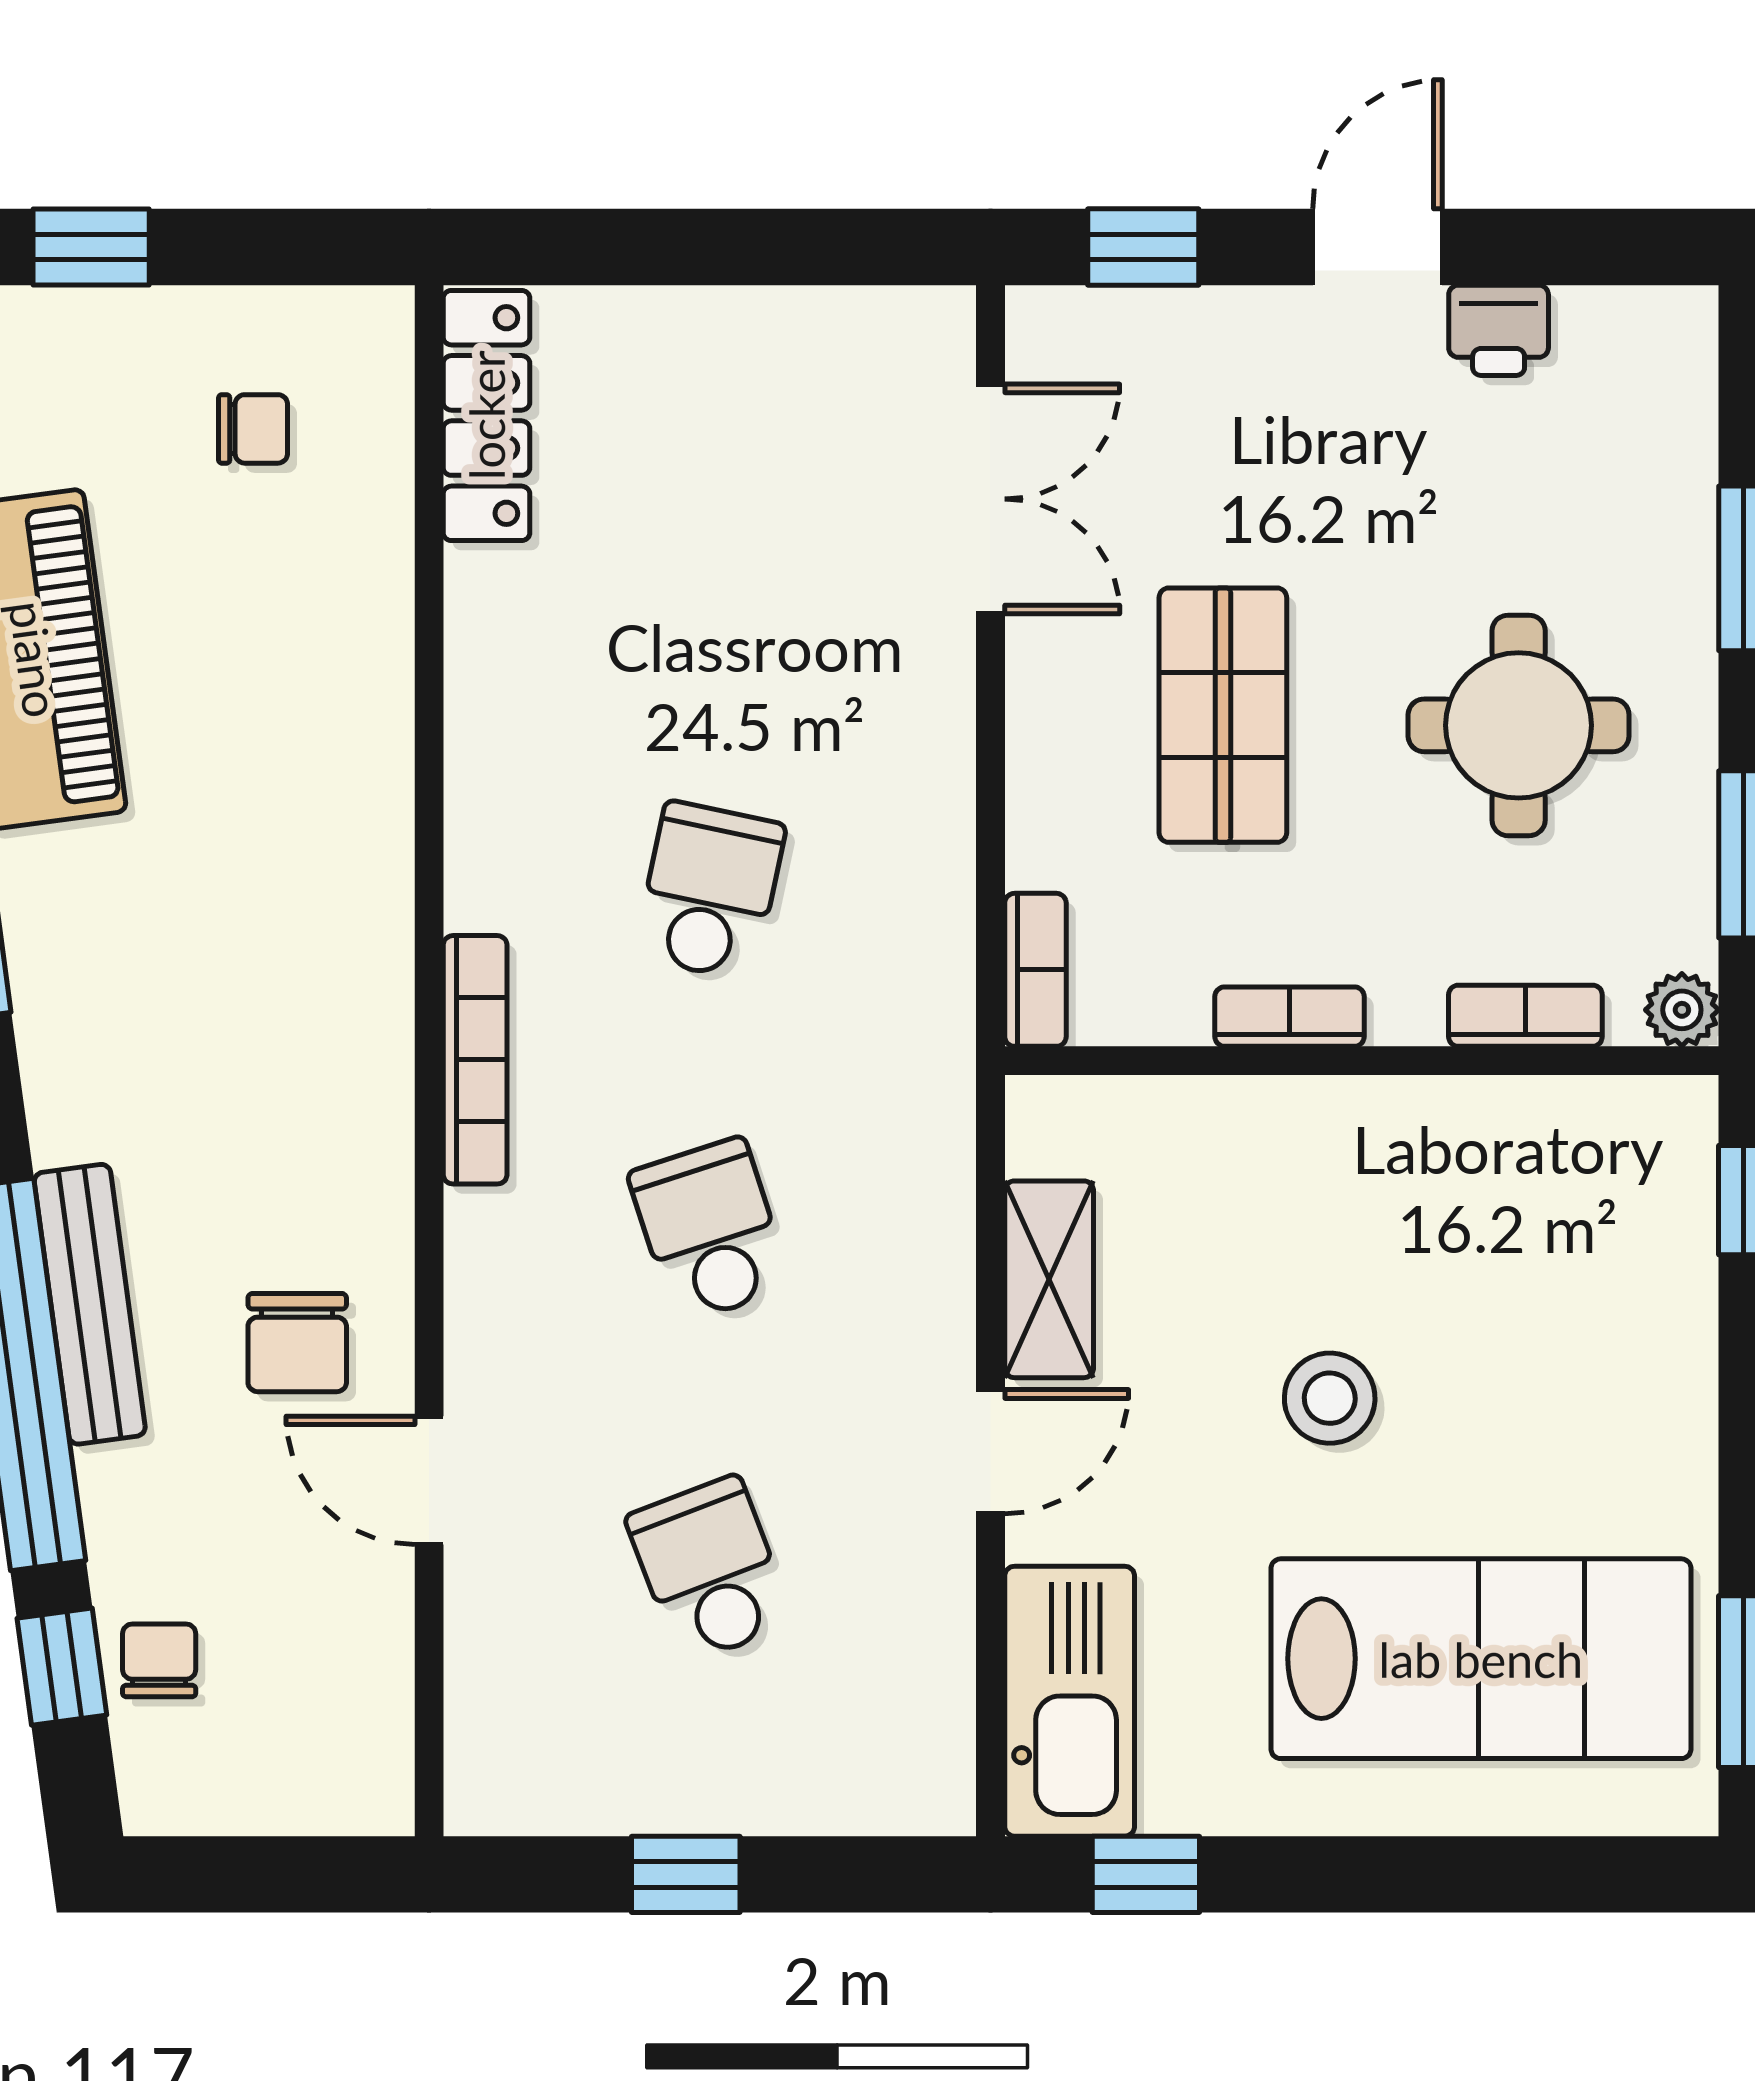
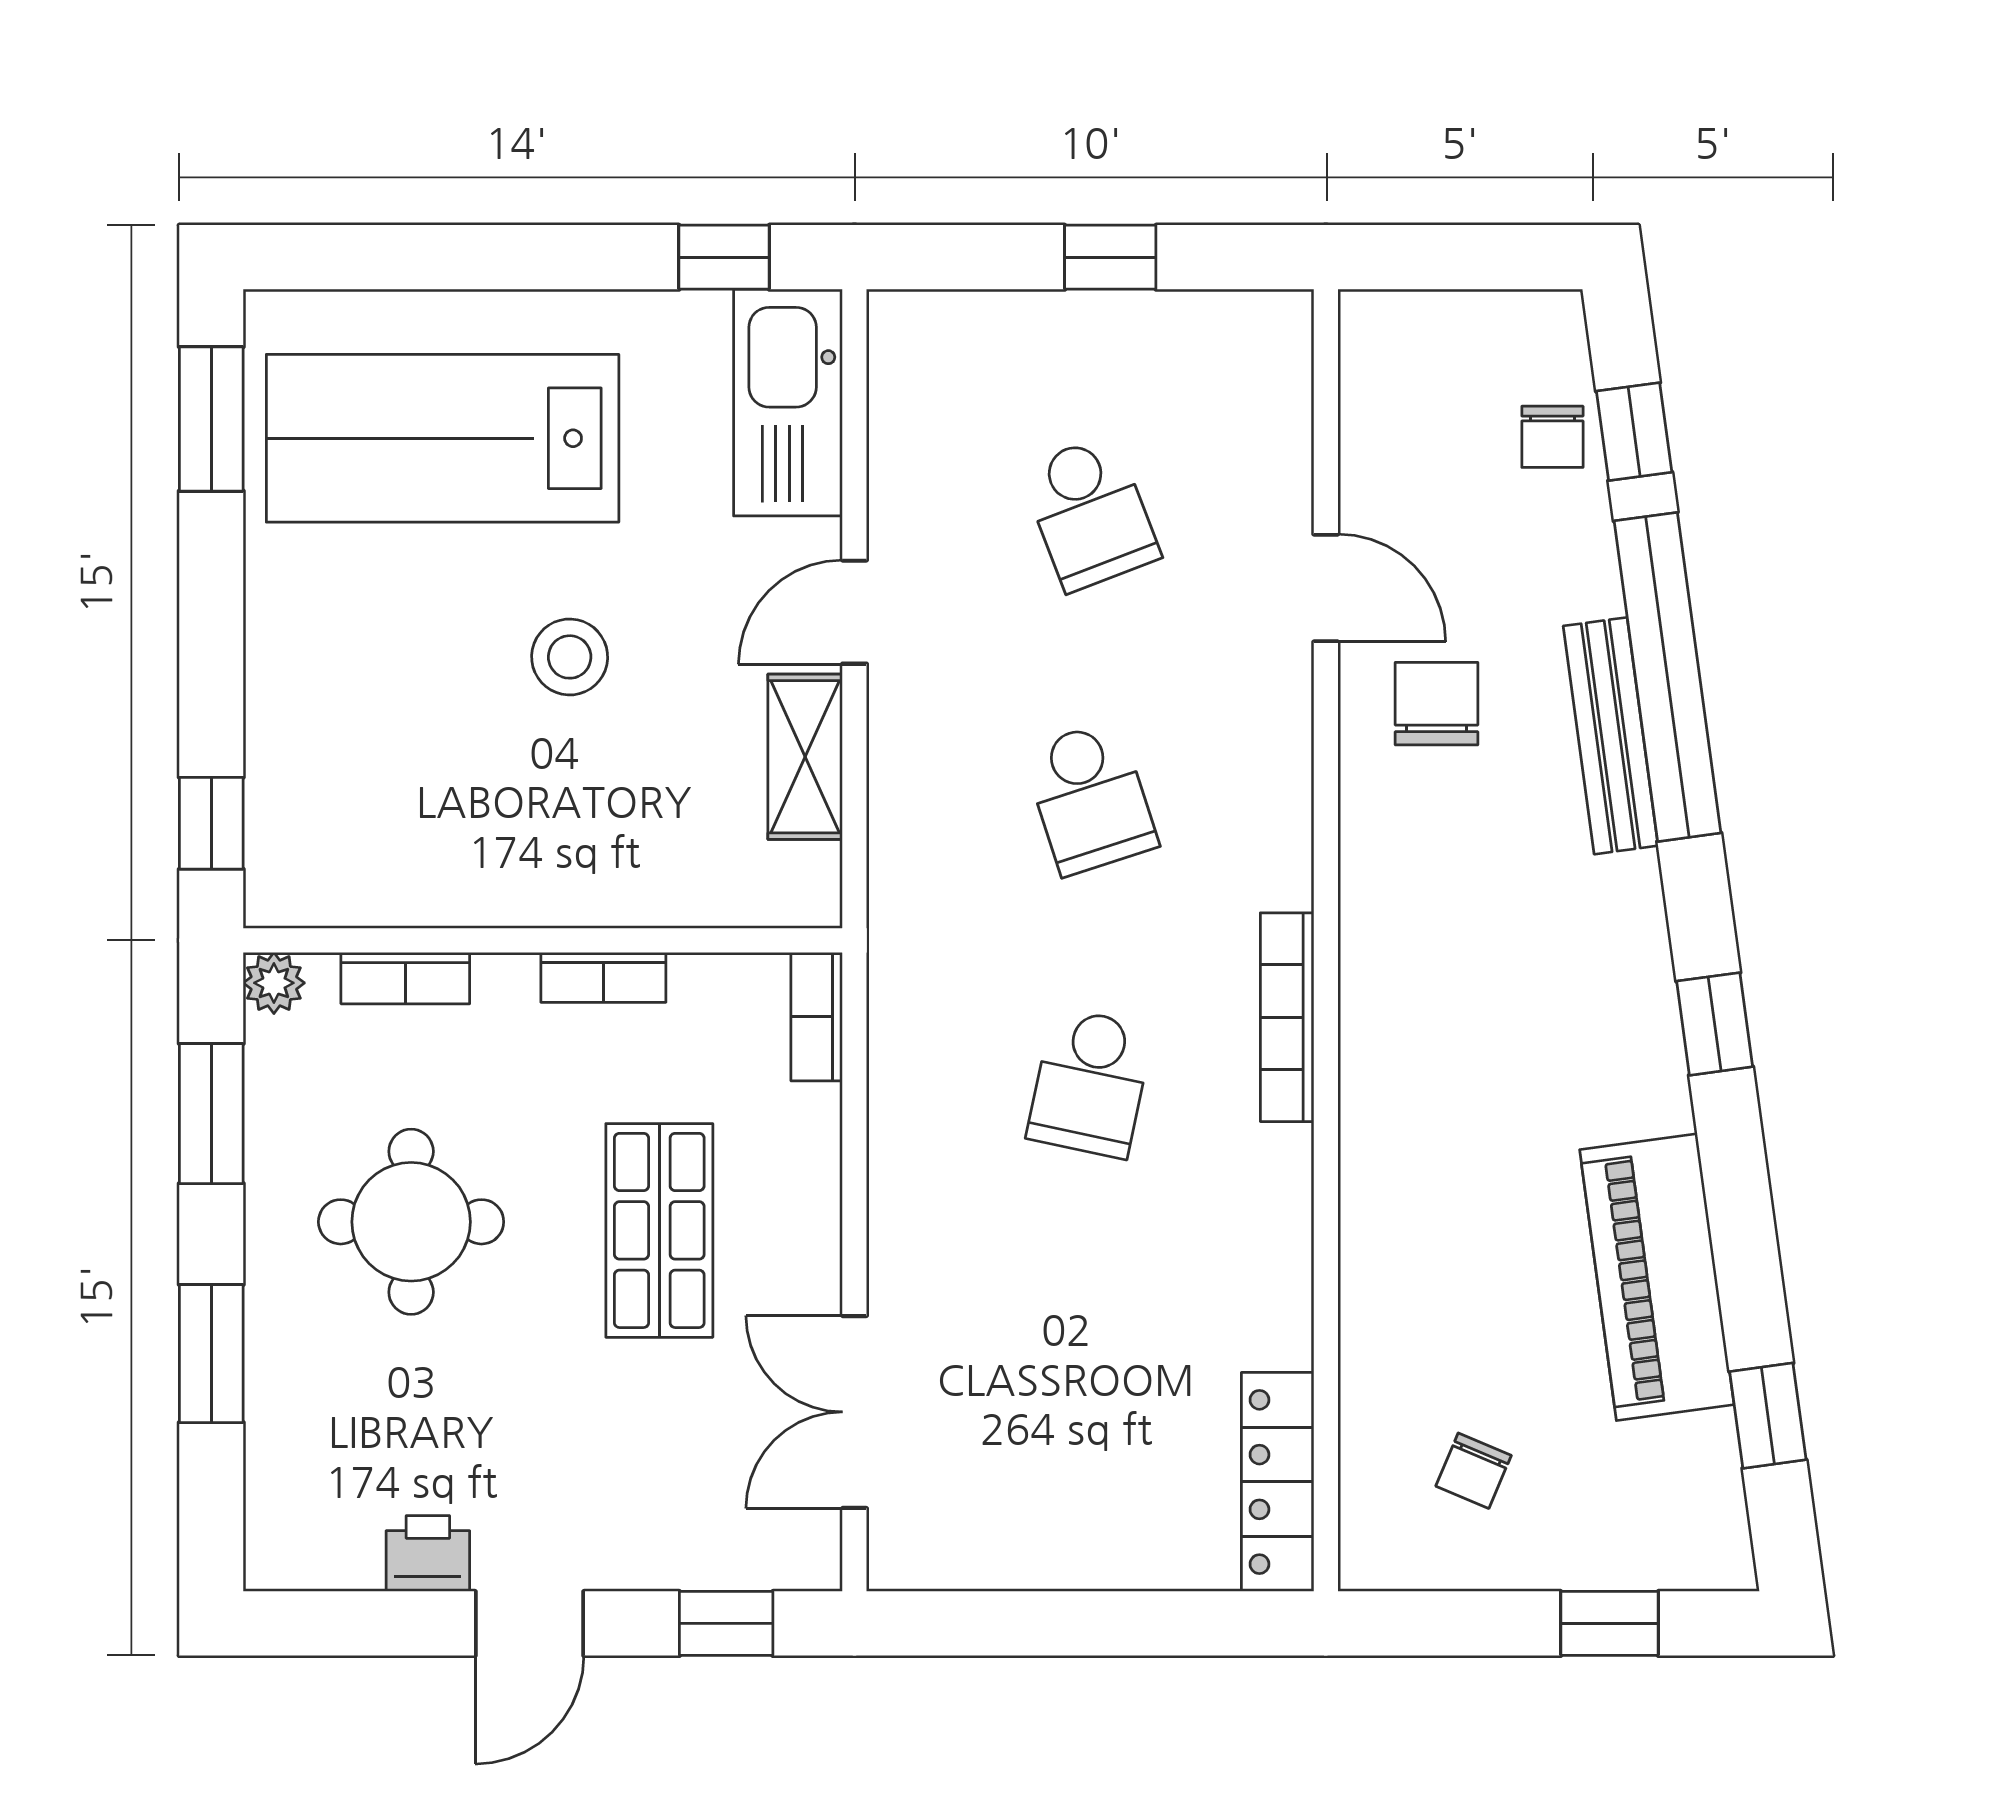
chair: (253, 429) -> (1474, 1471), turned -67
bookcase: (475, 1060) -> (1287, 1017), moved

